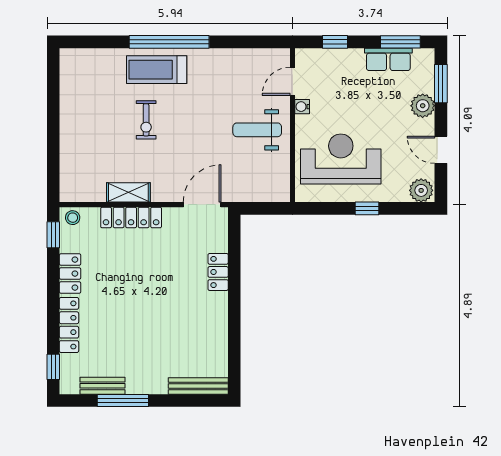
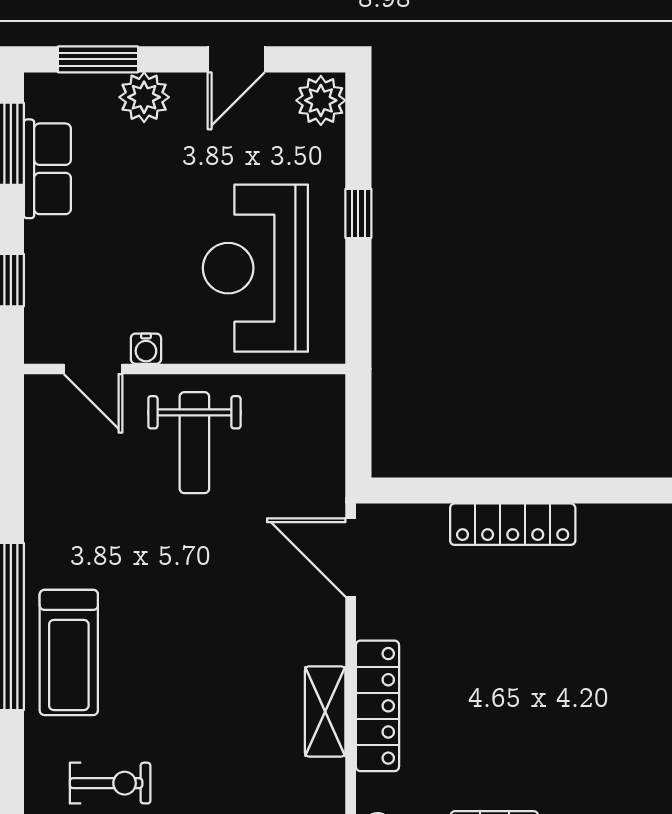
exercise bike: (146, 120) -> (110, 783), moved
locker: (218, 272) -> (513, 524), width x1.53

